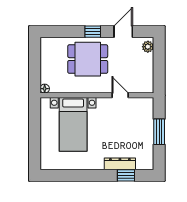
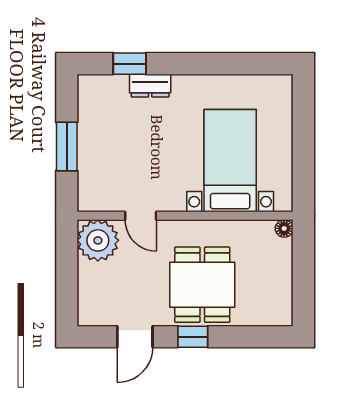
plant: (148, 47) -> (98, 240), moved, width x1.88, depth x1.88
dining table: (88, 59) -> (202, 285), turned 90
dresser: (120, 164) -> (150, 86), width x0.70

